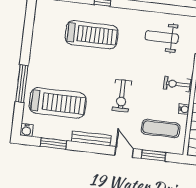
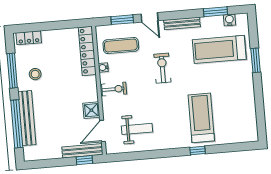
treadmill: (92, 35) -> (201, 118), turned 90
window: (22, 84) -> (256, 60), width x0.69
water cooler: (27, 130) -> (229, 20), moved

